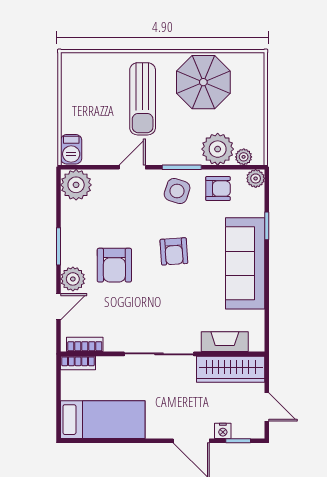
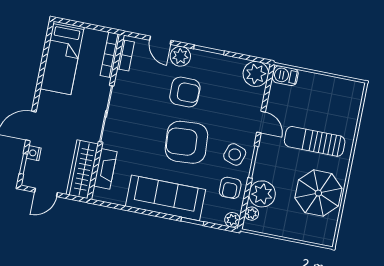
armchair: (174, 251) -> (186, 142), width x1.88, depth x1.88
armchair: (114, 265) -> (185, 92), turned 180
bookcase: (78, 363) -> (110, 55), width x1.56

